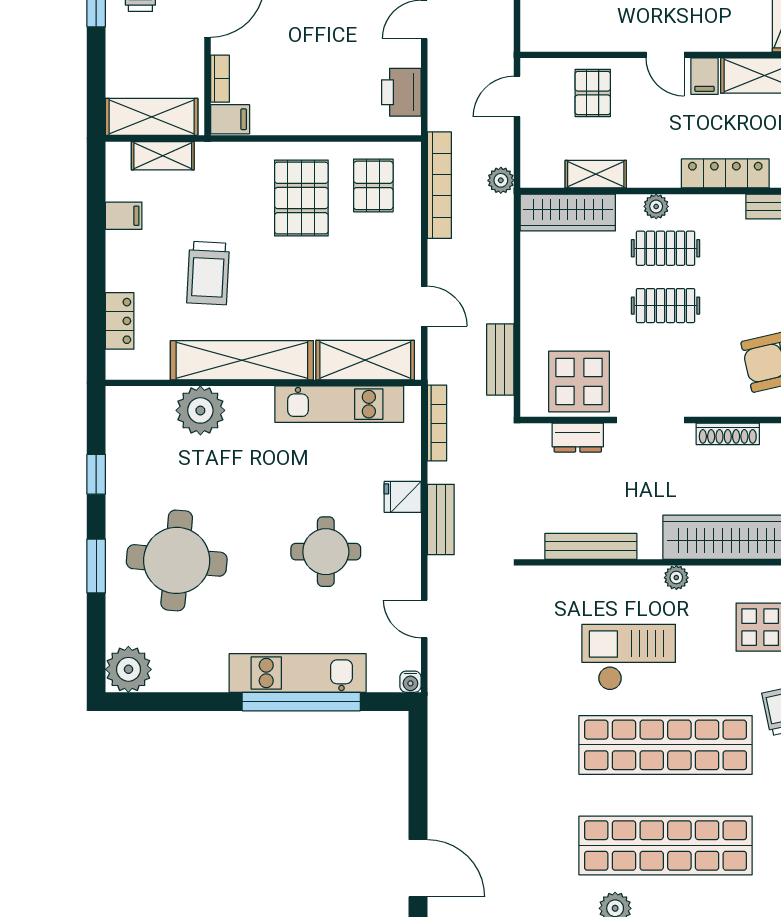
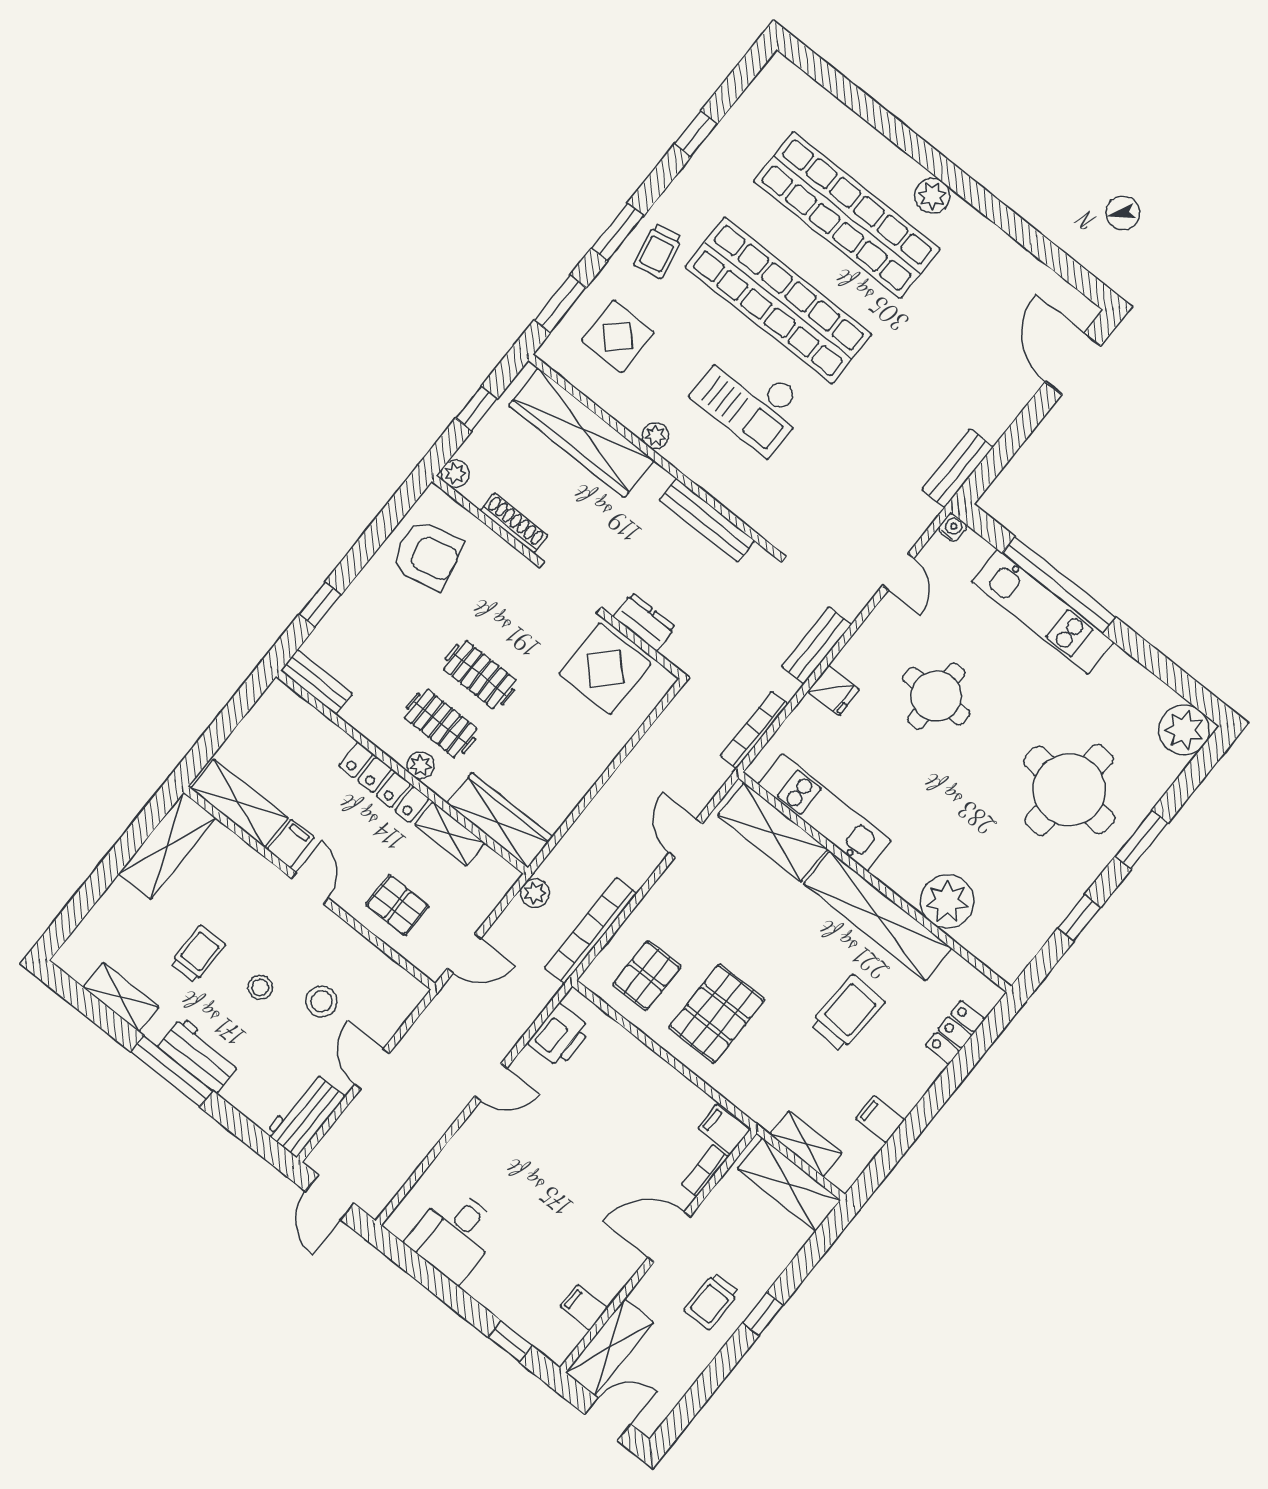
pallet: (593, 93) -> (397, 905), turned 90
locker: (725, 173) -> (384, 782), moved
bench: (500, 360) -> (958, 468), moved

